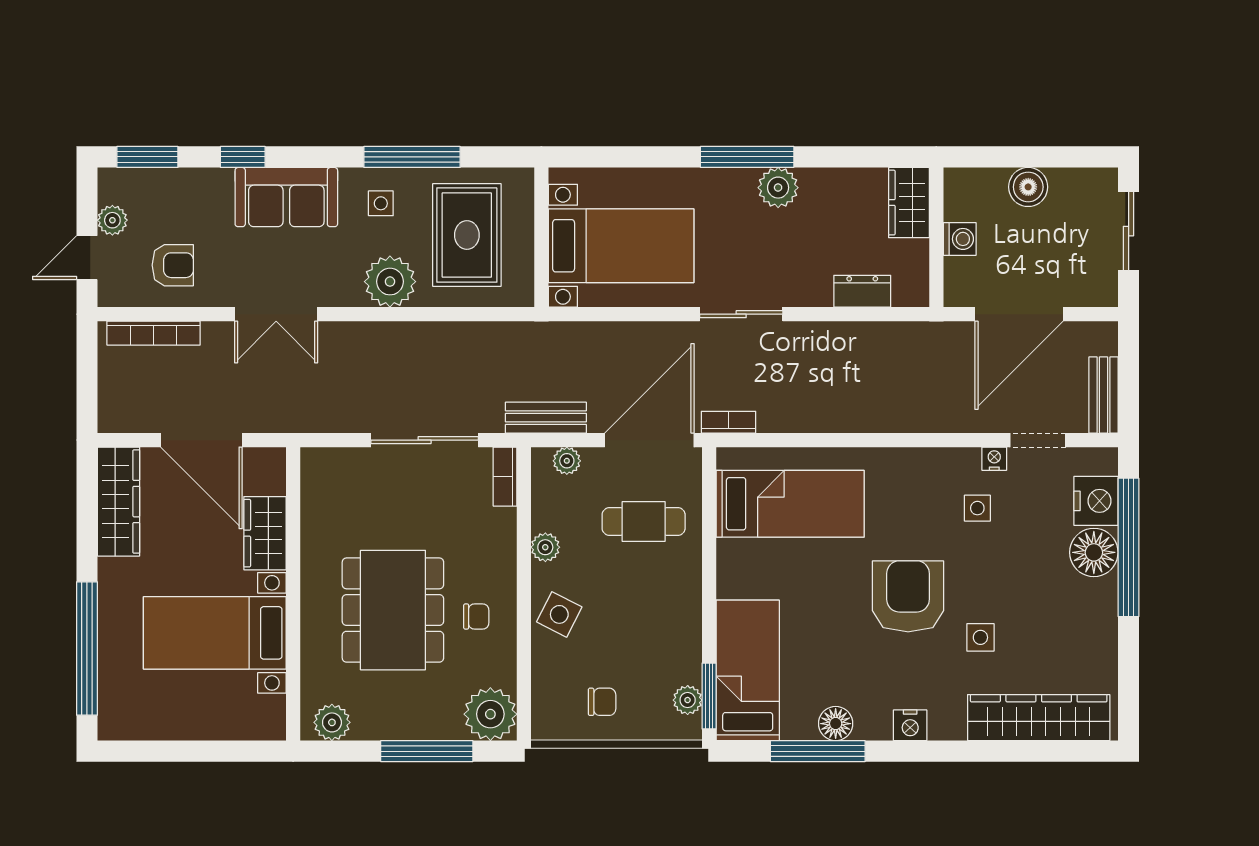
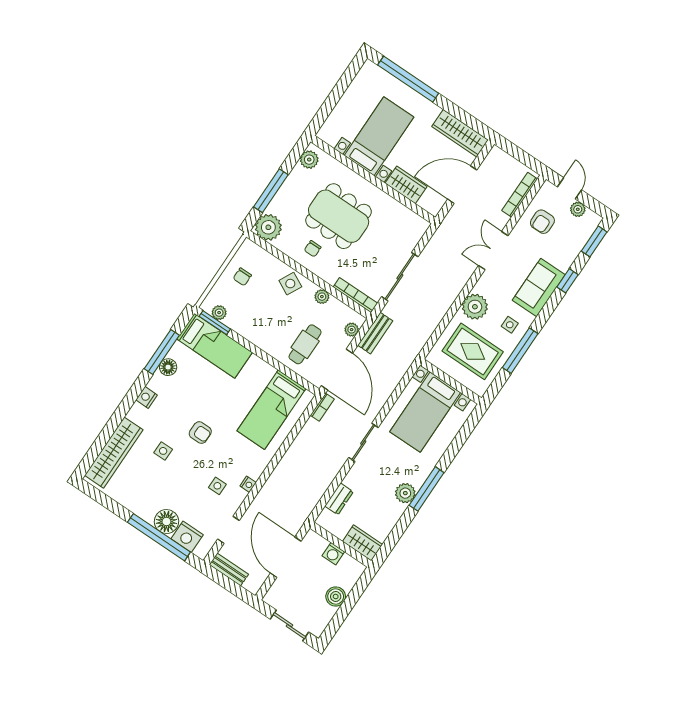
nightstand: (994, 459) -> (248, 484), moved
bookcase: (505, 477) -> (355, 295), width x1.56
armchair: (908, 596) -> (200, 433), width x0.53, depth x0.53

